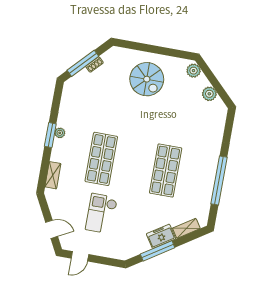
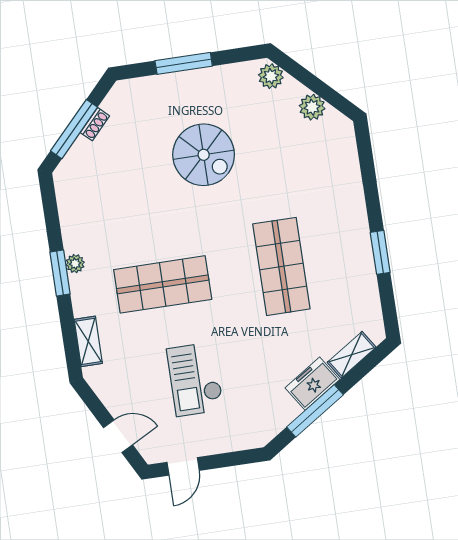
window: (151, 49) -> (184, 63), added
spiral stairs: (147, 79) -> (204, 155), moved
shop shelf: (101, 159) -> (163, 284), turned 90
window: (219, 181) -> (380, 252), width x0.47

